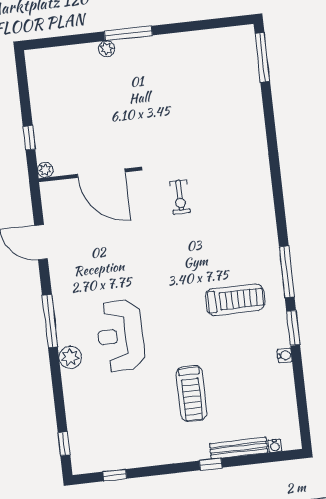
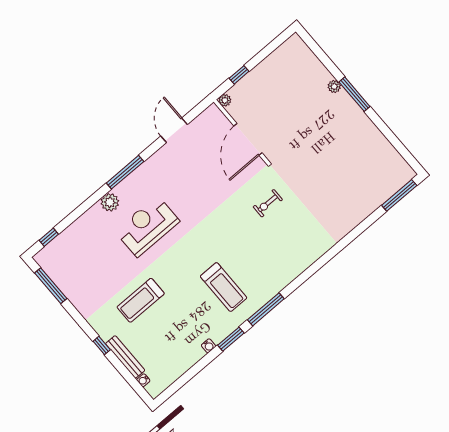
window: (115, 475) -> (51, 286), width x2.17

